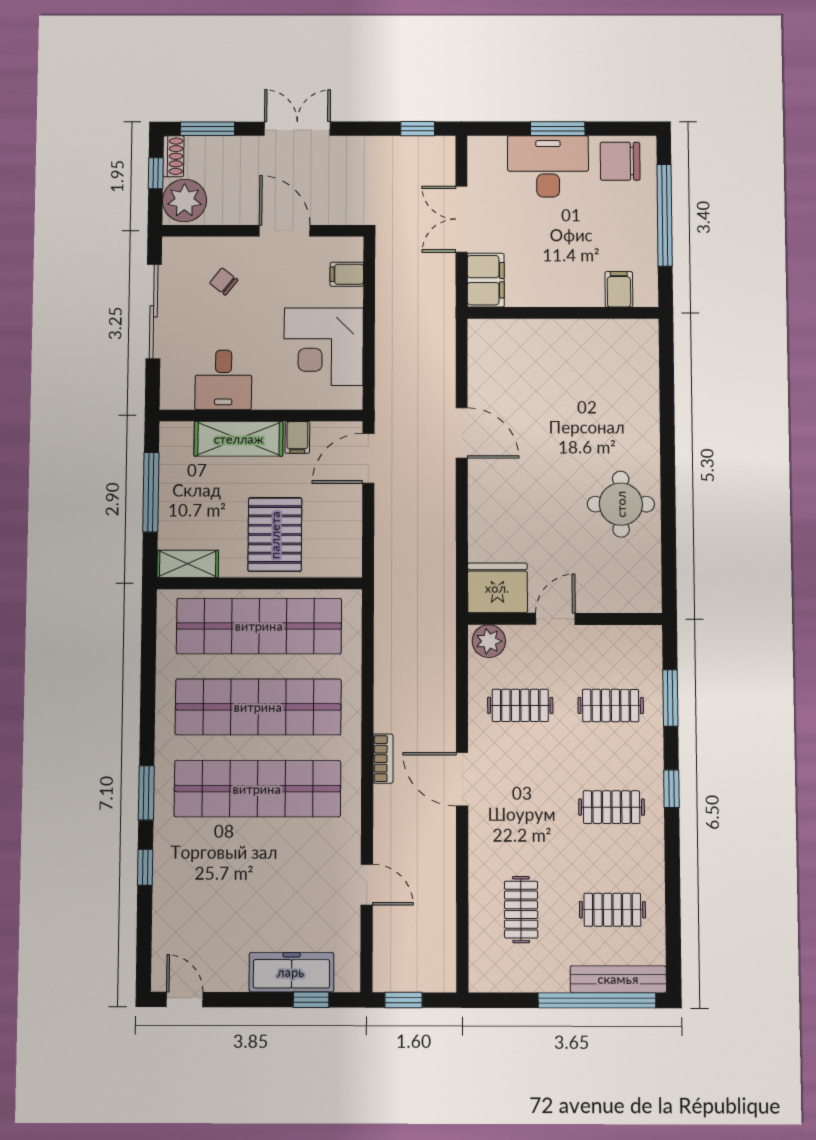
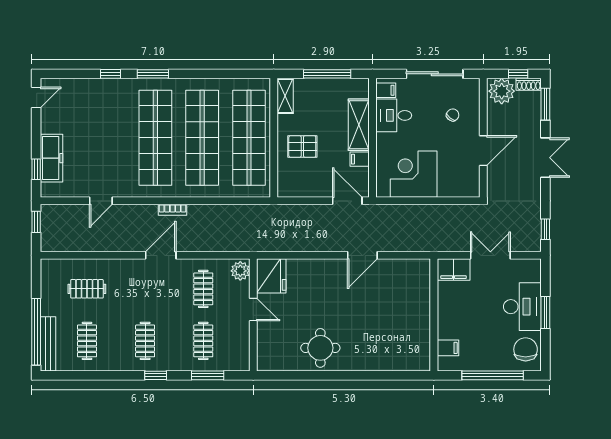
filing cabinet: (347, 274) -> (386, 90), moved, turned 90
pallet: (275, 535) -> (302, 146), width x0.67, depth x0.71

